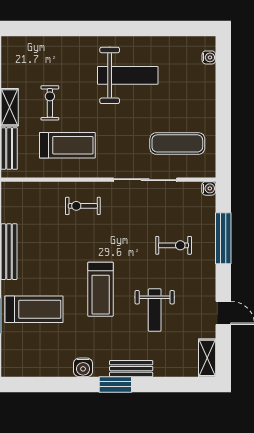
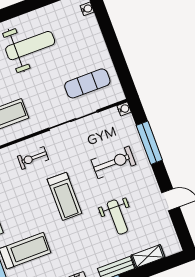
exercise bike: (174, 245) -> (113, 162), width x1.38, depth x1.39
treadmill: (101, 289) -> (65, 196), moved
shelving: (207, 358) -> (148, 256), moved, turned 90

